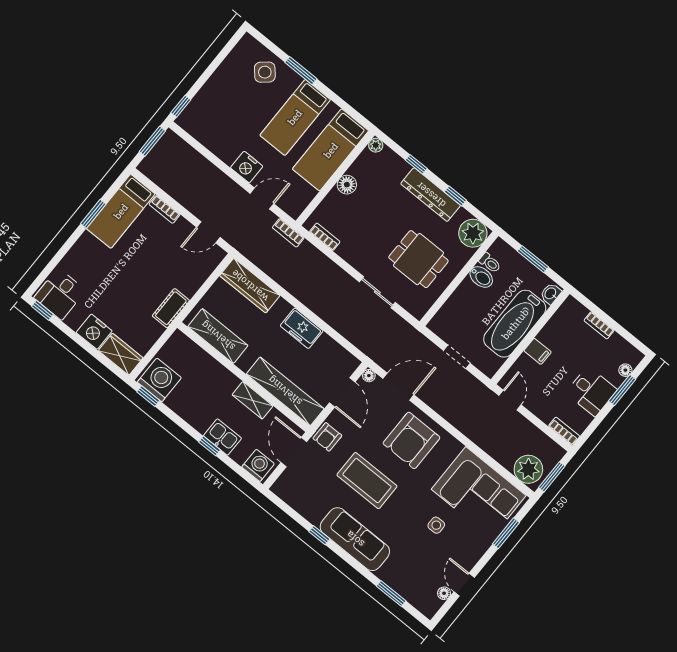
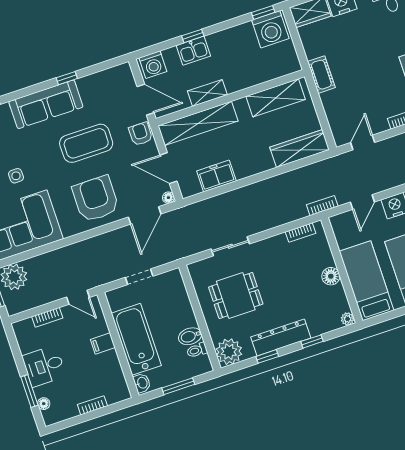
freezer: (302, 328) -> (216, 176), moved
bookcase: (564, 431) -> (47, 317), moved

